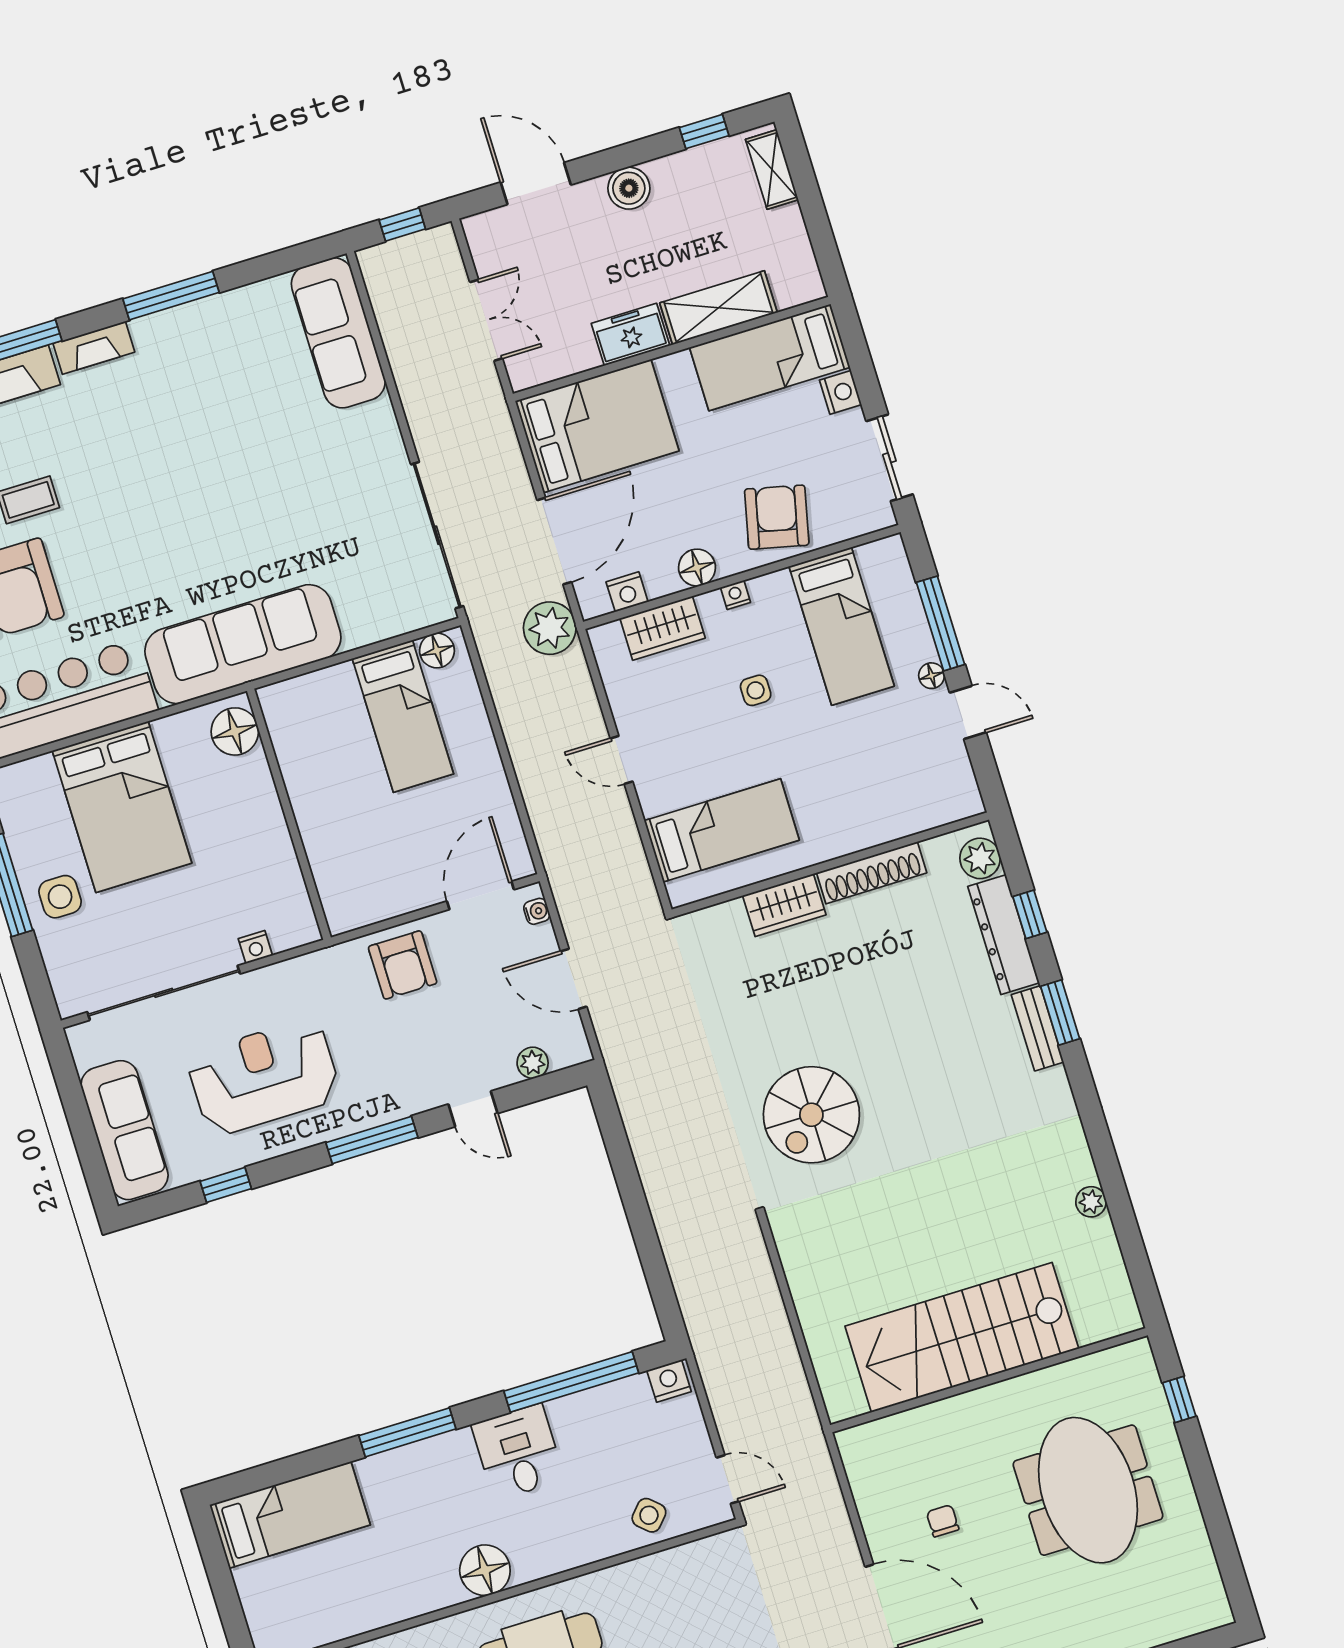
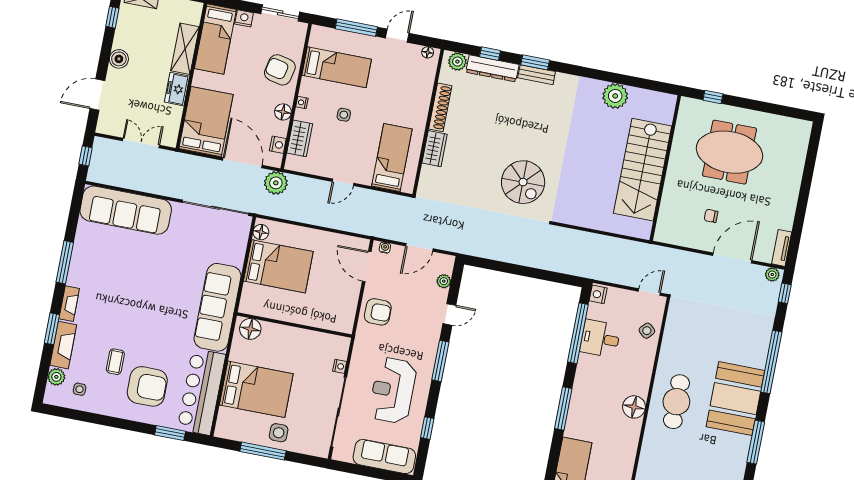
sofa: (338, 333) -> (126, 210), width x1.36, depth x1.27
floor lamp: (932, 676) -> (428, 52), moved
bed: (403, 716) -> (278, 266), width x1.50
plant: (1091, 1202) -> (615, 96), width x1.88, depth x1.88
desk: (518, 1452) -> (600, 339), moved

